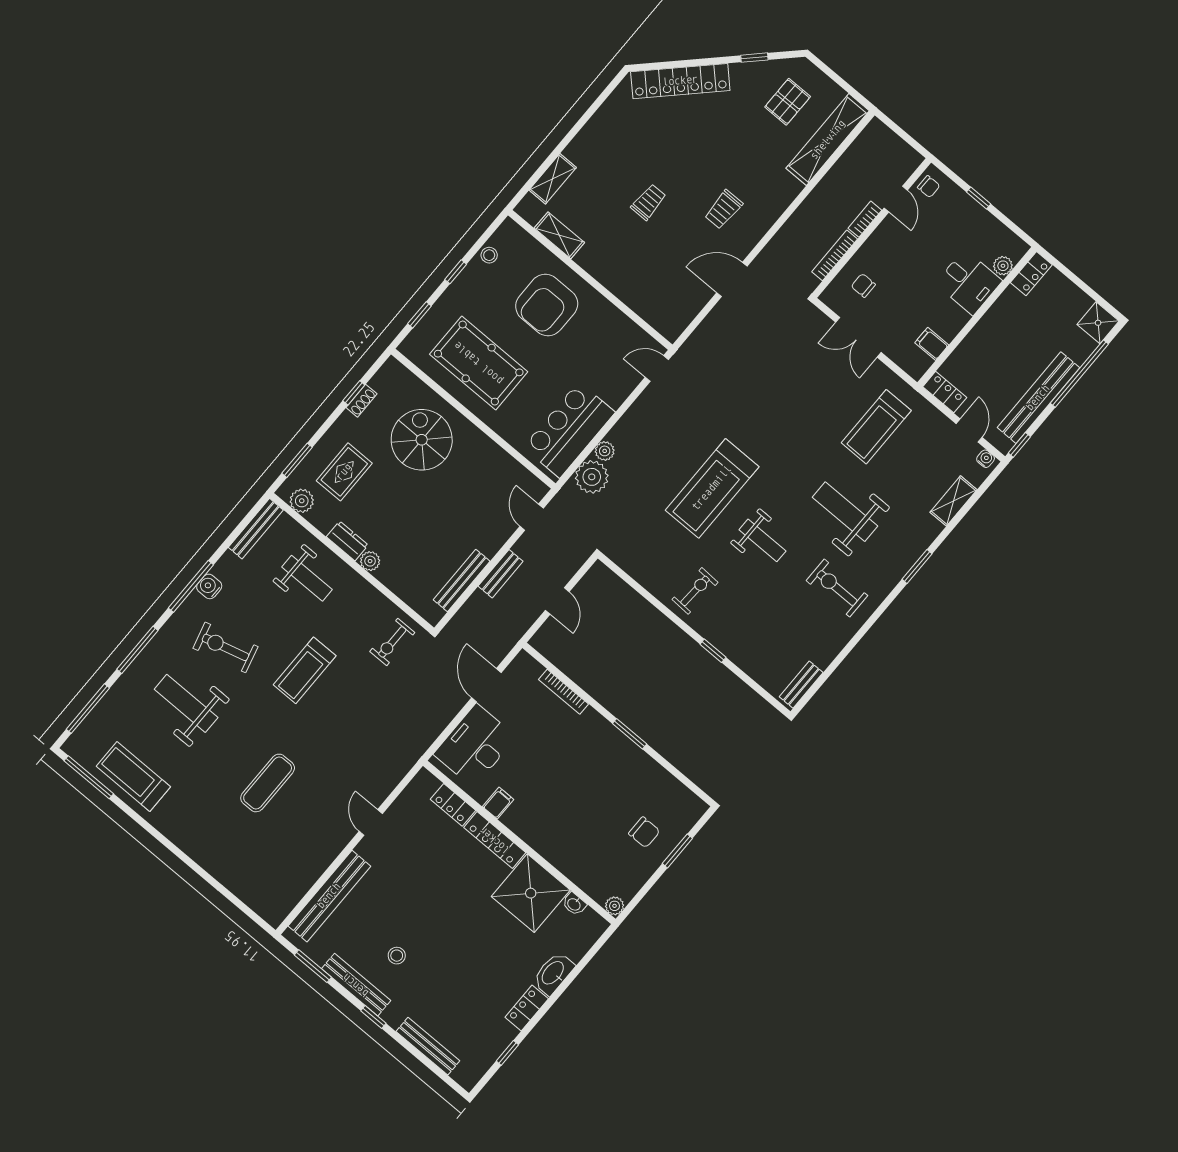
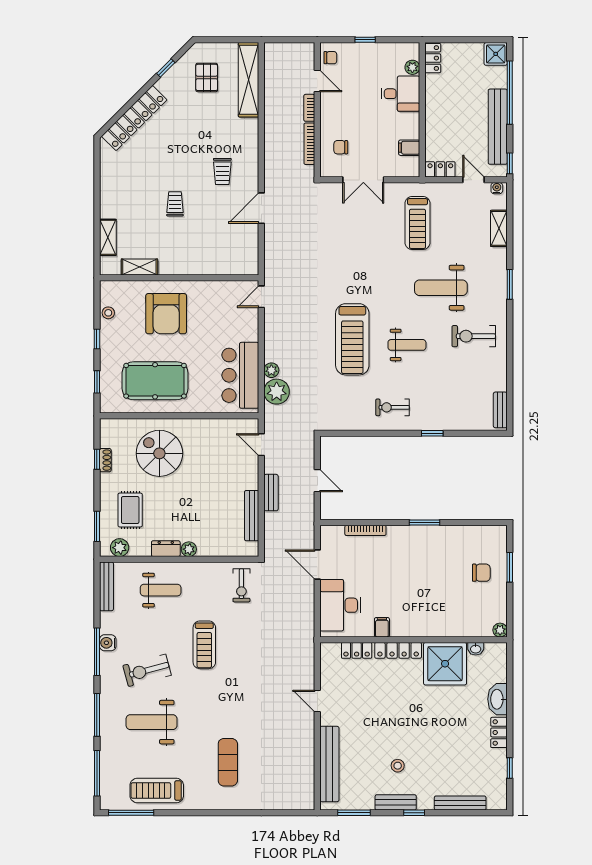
exercise bike: (695, 591) -> (393, 407), turned -93
exercise mat: (268, 783) -> (228, 762), moved
bench: (356, 985) -> (396, 802), width x0.73

